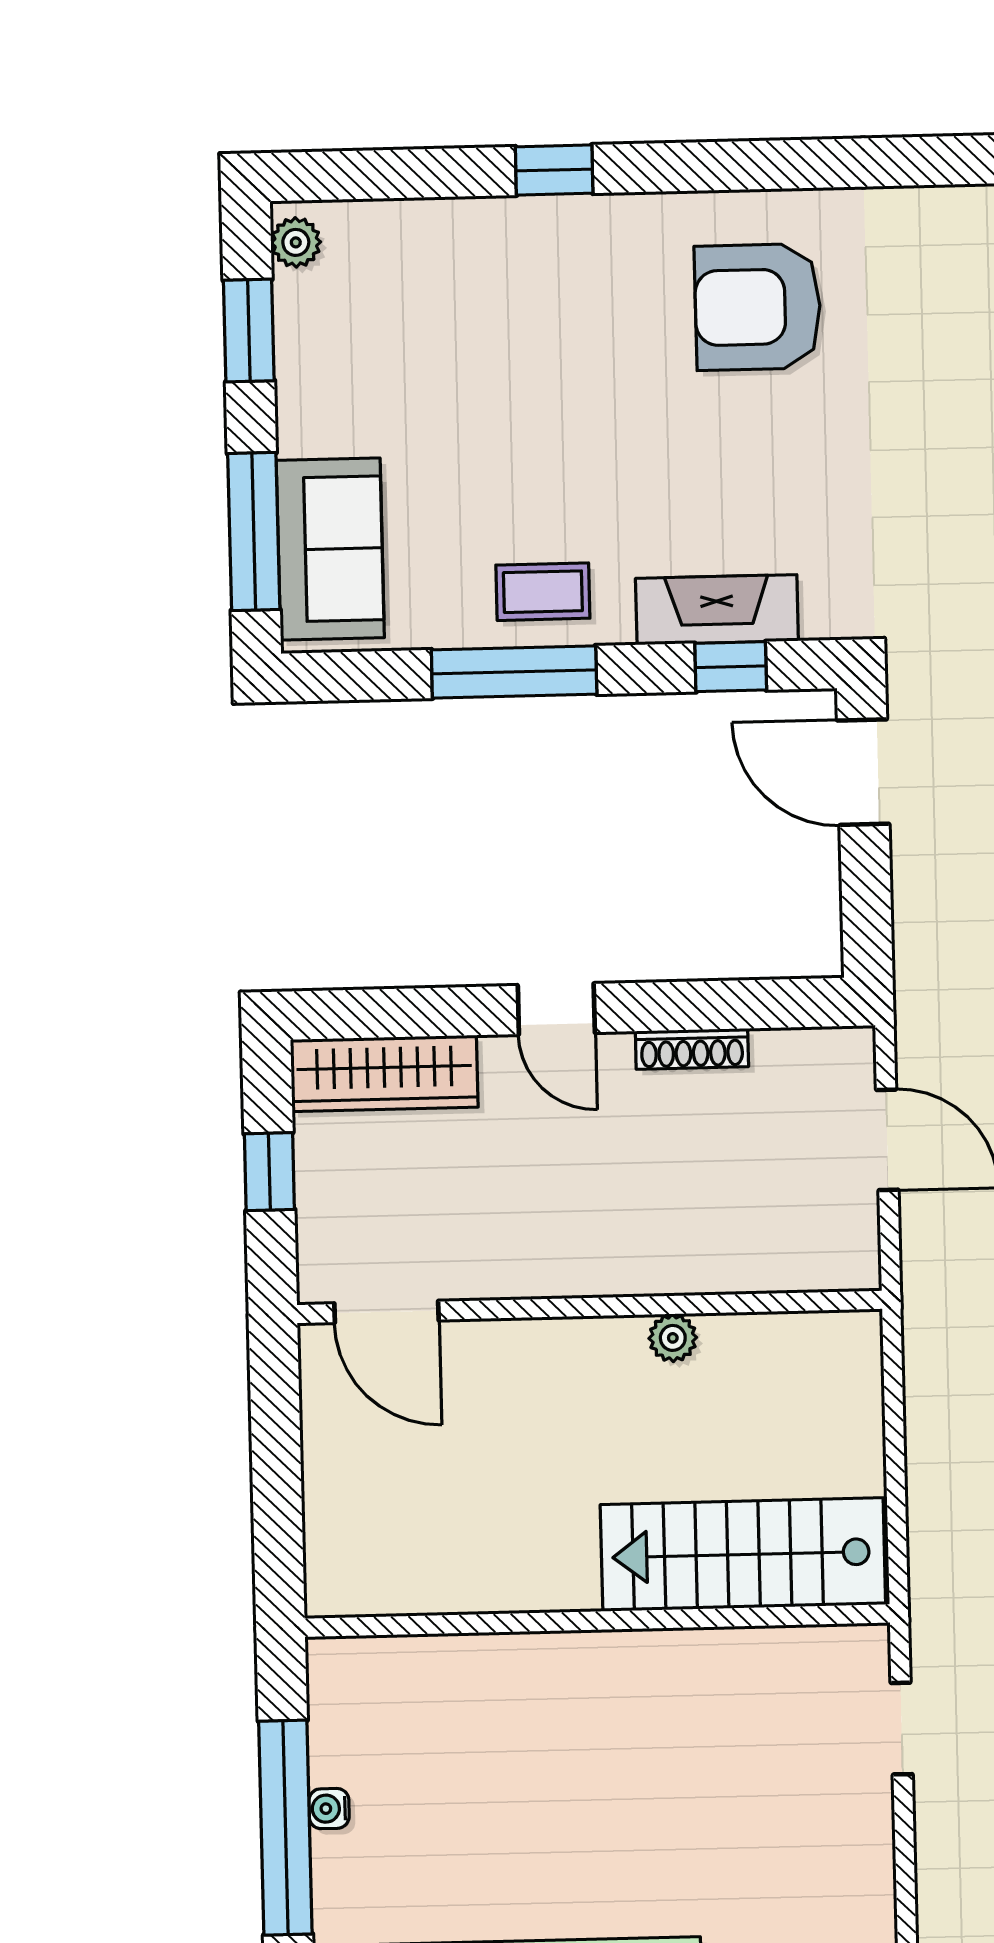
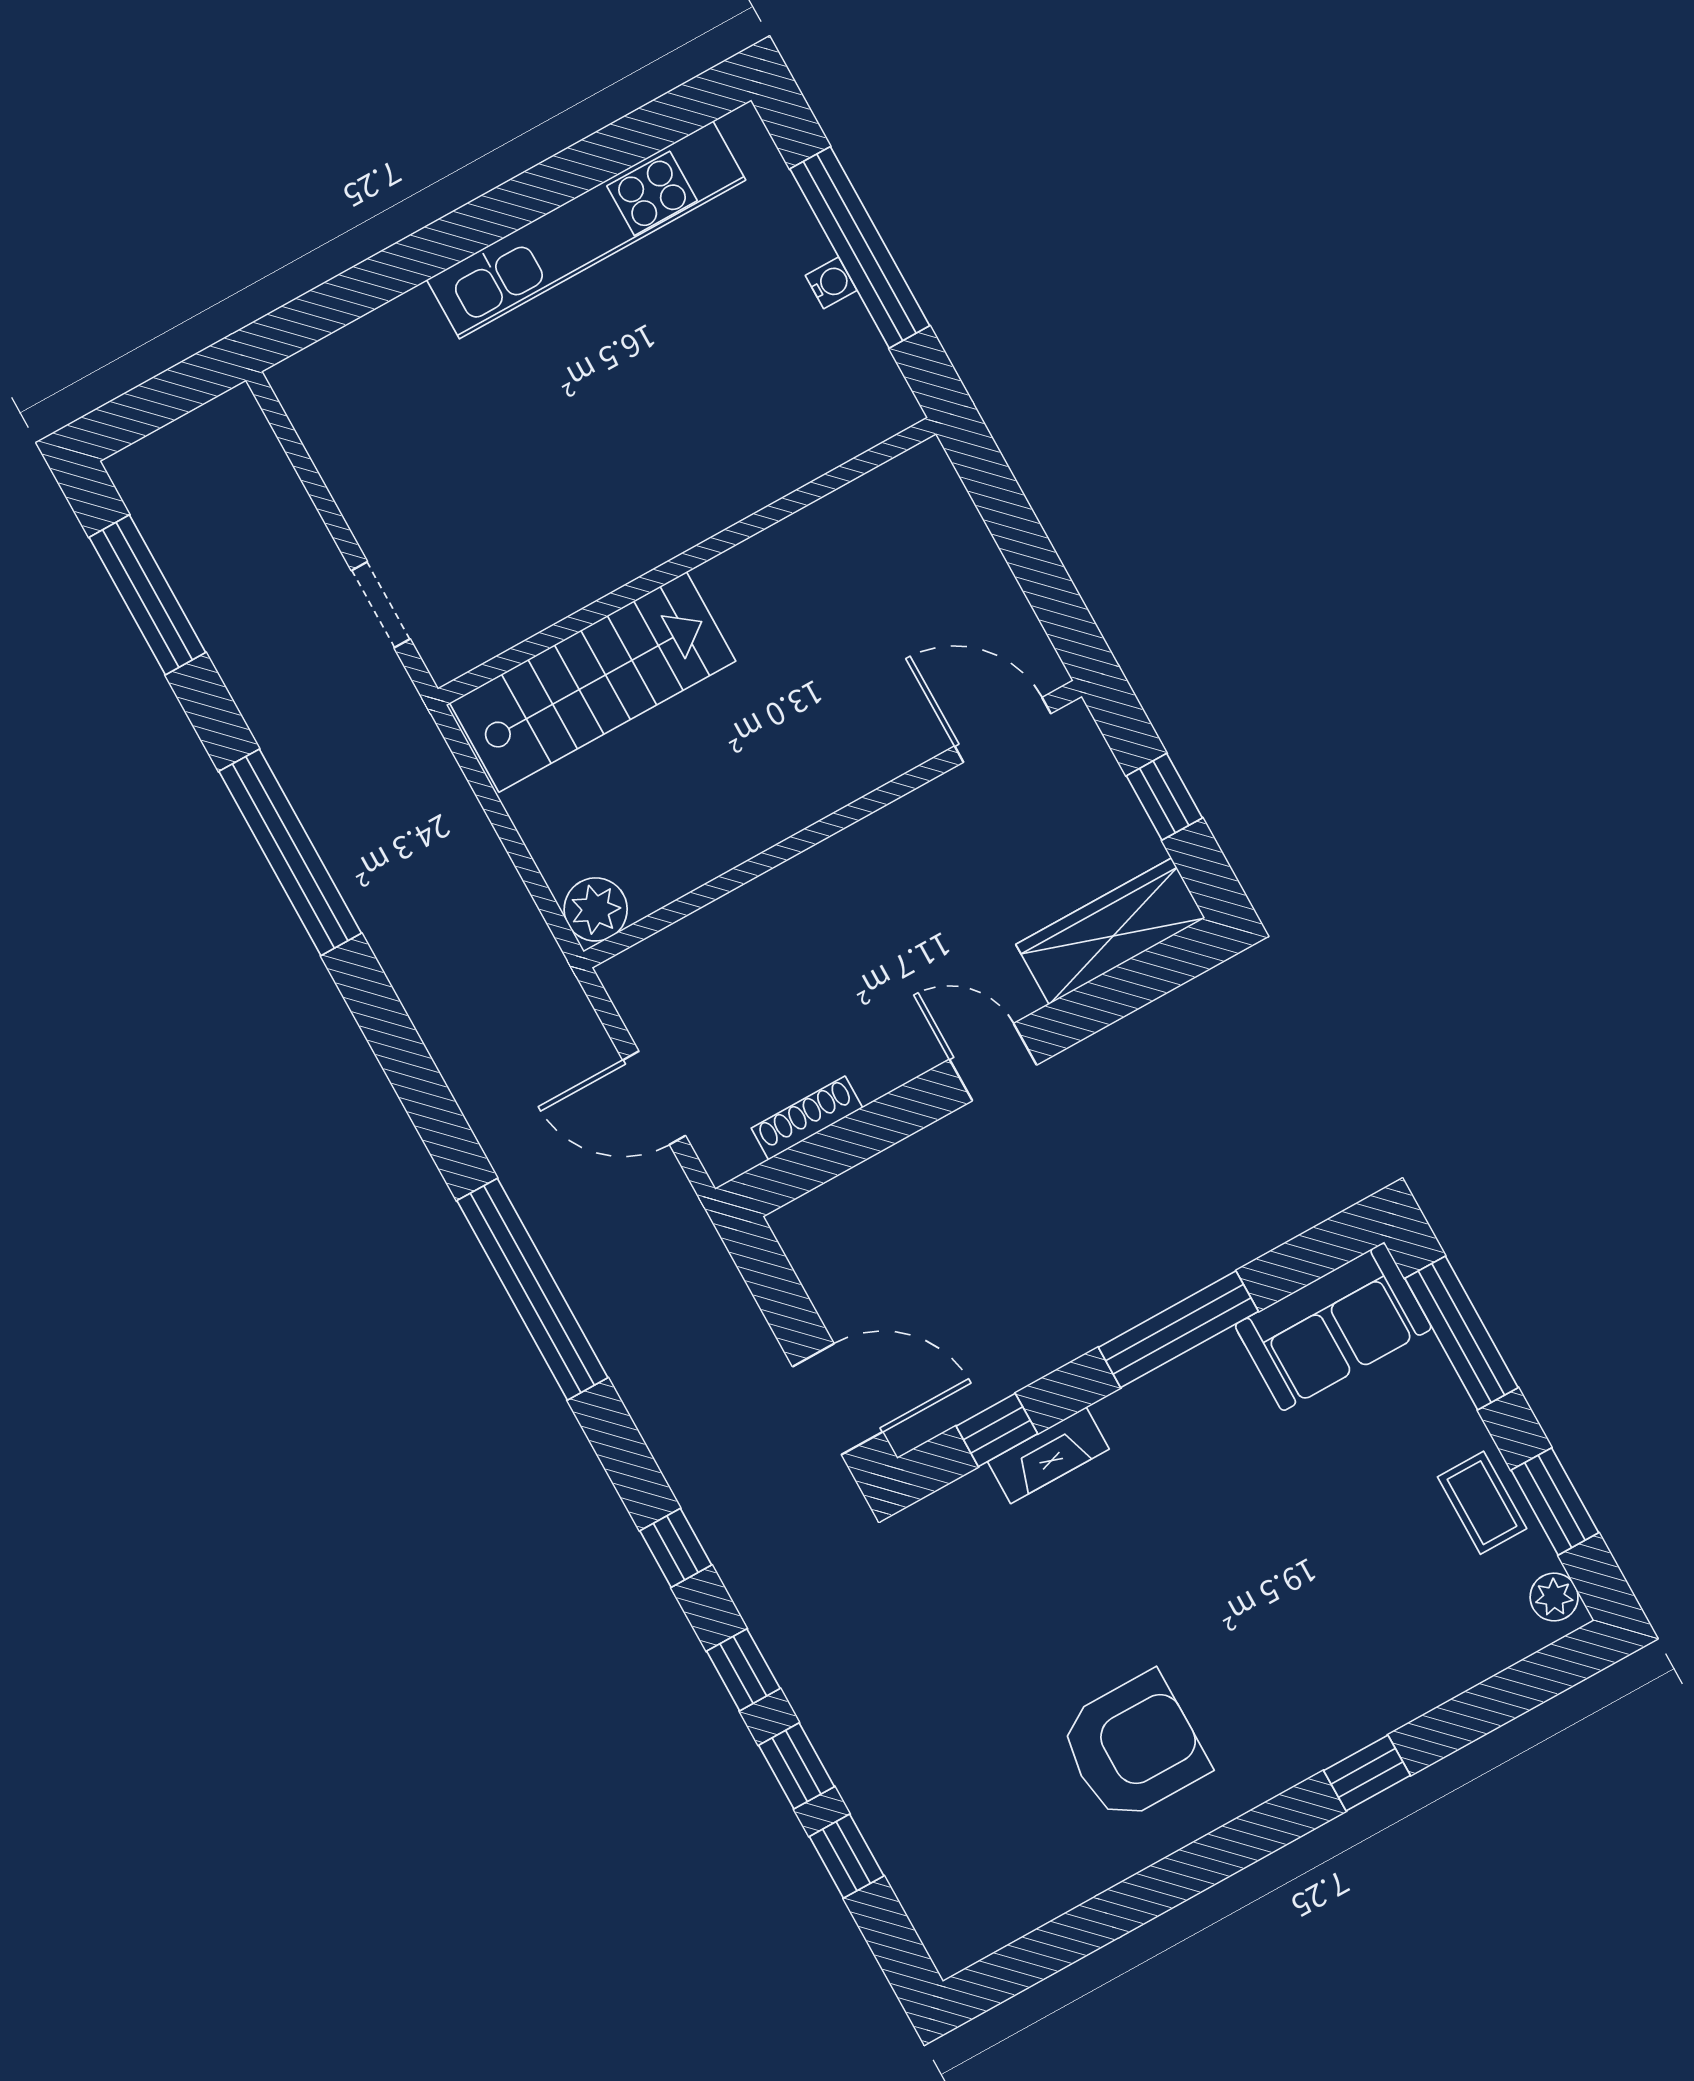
sofa: (330, 549) -> (1333, 1327), moved, turned -90
coffee table: (543, 592) -> (1482, 1503), moved, turned 90
fireplace: (717, 610) -> (1048, 1455), width x0.73, depth x0.76
shoe rack: (692, 1049) -> (807, 1118), moved
plant: (673, 1338) -> (596, 909), moved, width x1.38, depth x1.38

